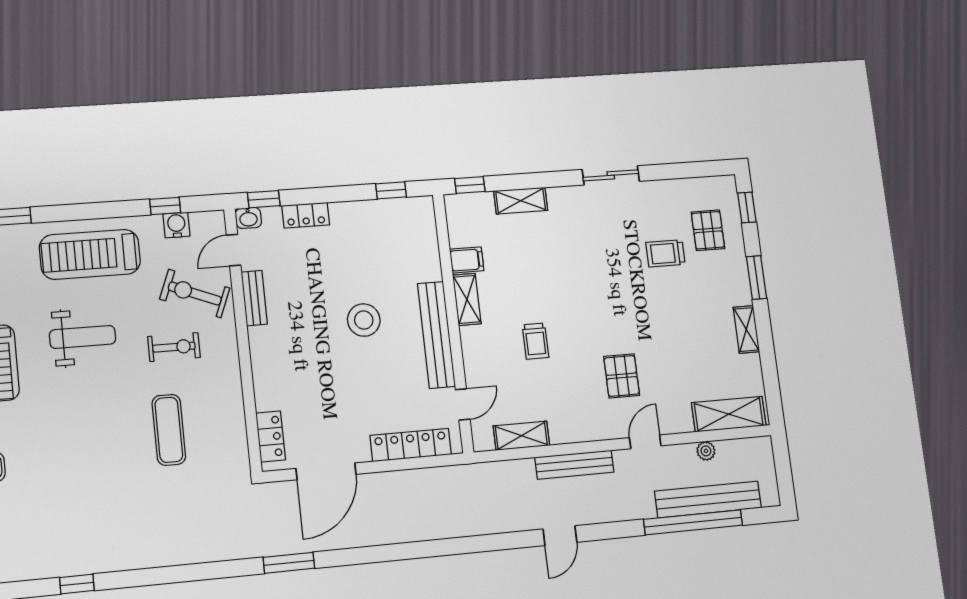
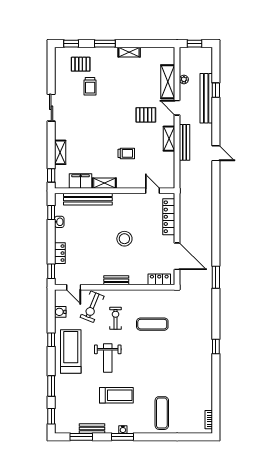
window: (165, 206) -> (51, 340), moved
washbasin: (248, 218) -> (59, 222), moved
treadmill: (90, 254) -> (71, 351), turned 180
filing cabinet: (467, 260) -> (81, 181), width x2.00
bench: (254, 298) -> (116, 280), moved
stool: (364, 320) -> (124, 239), moved
bench: (436, 335) -> (88, 199), moved
weight bench: (83, 337) -> (108, 358), turned 180
shelving: (729, 414) -> (168, 82), moved
shelving: (521, 436) -> (169, 139), moved
window: (783, 467) -> (194, 44), added
bench: (708, 499) -> (206, 98), moved
window: (693, 522) -> (216, 90), width x0.32
window: (77, 584) -> (216, 347), moved

